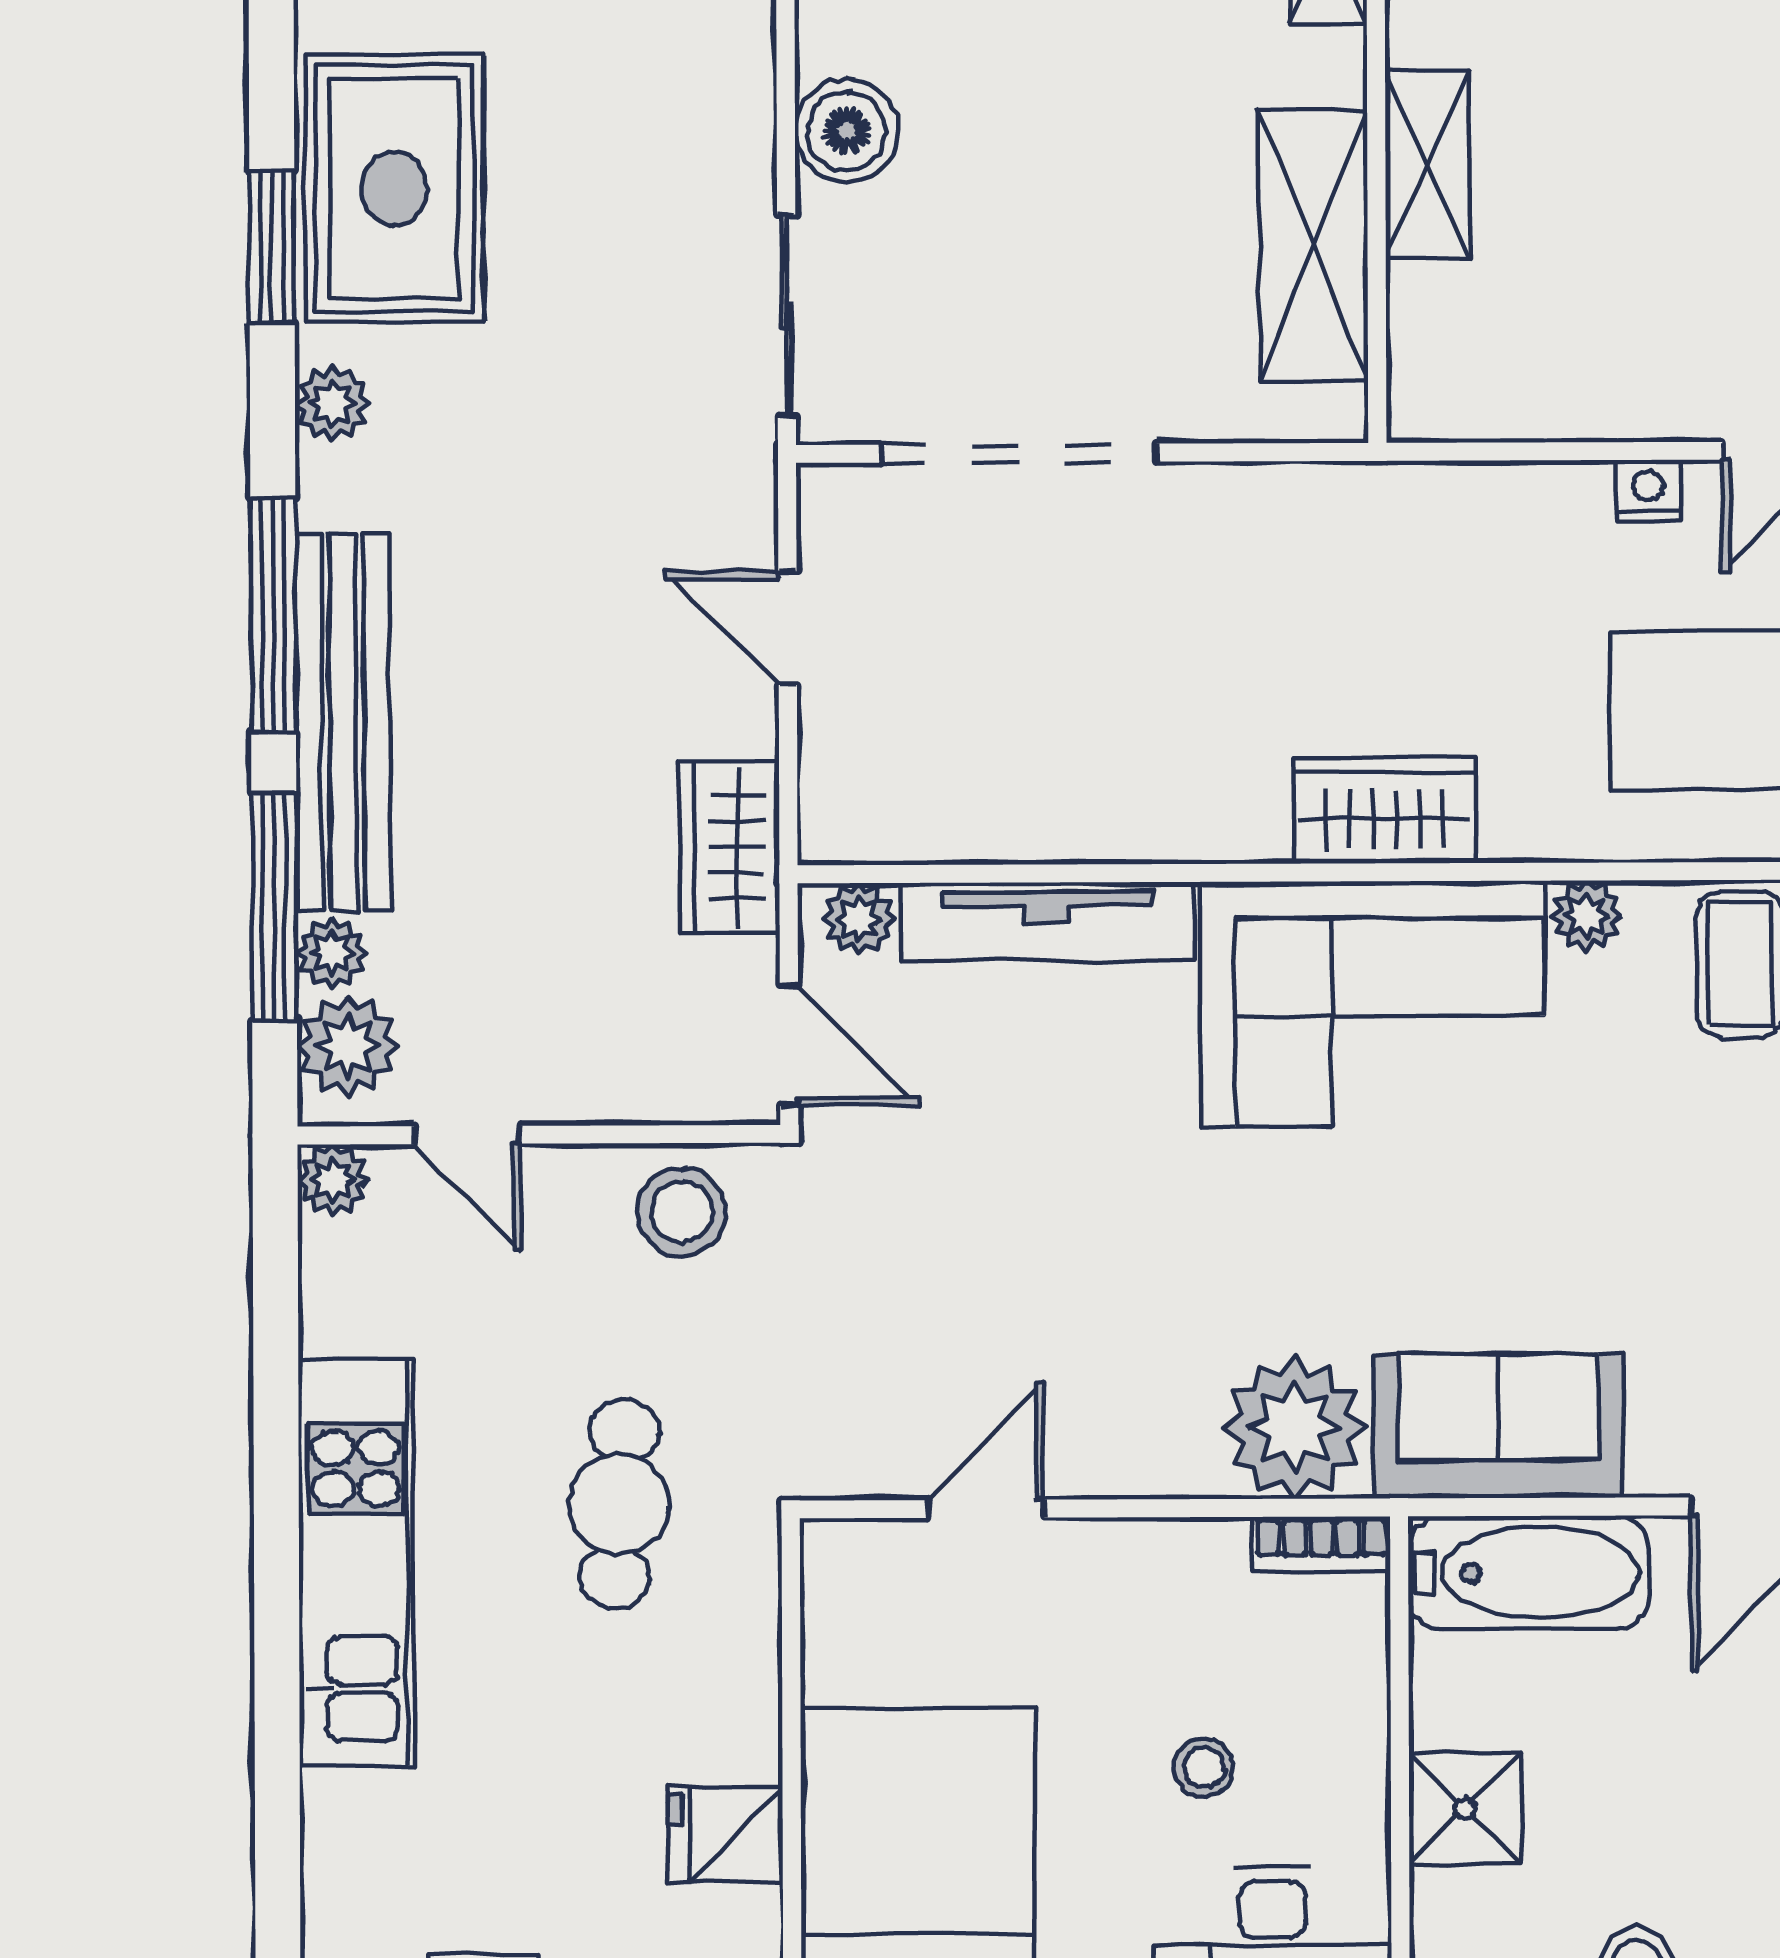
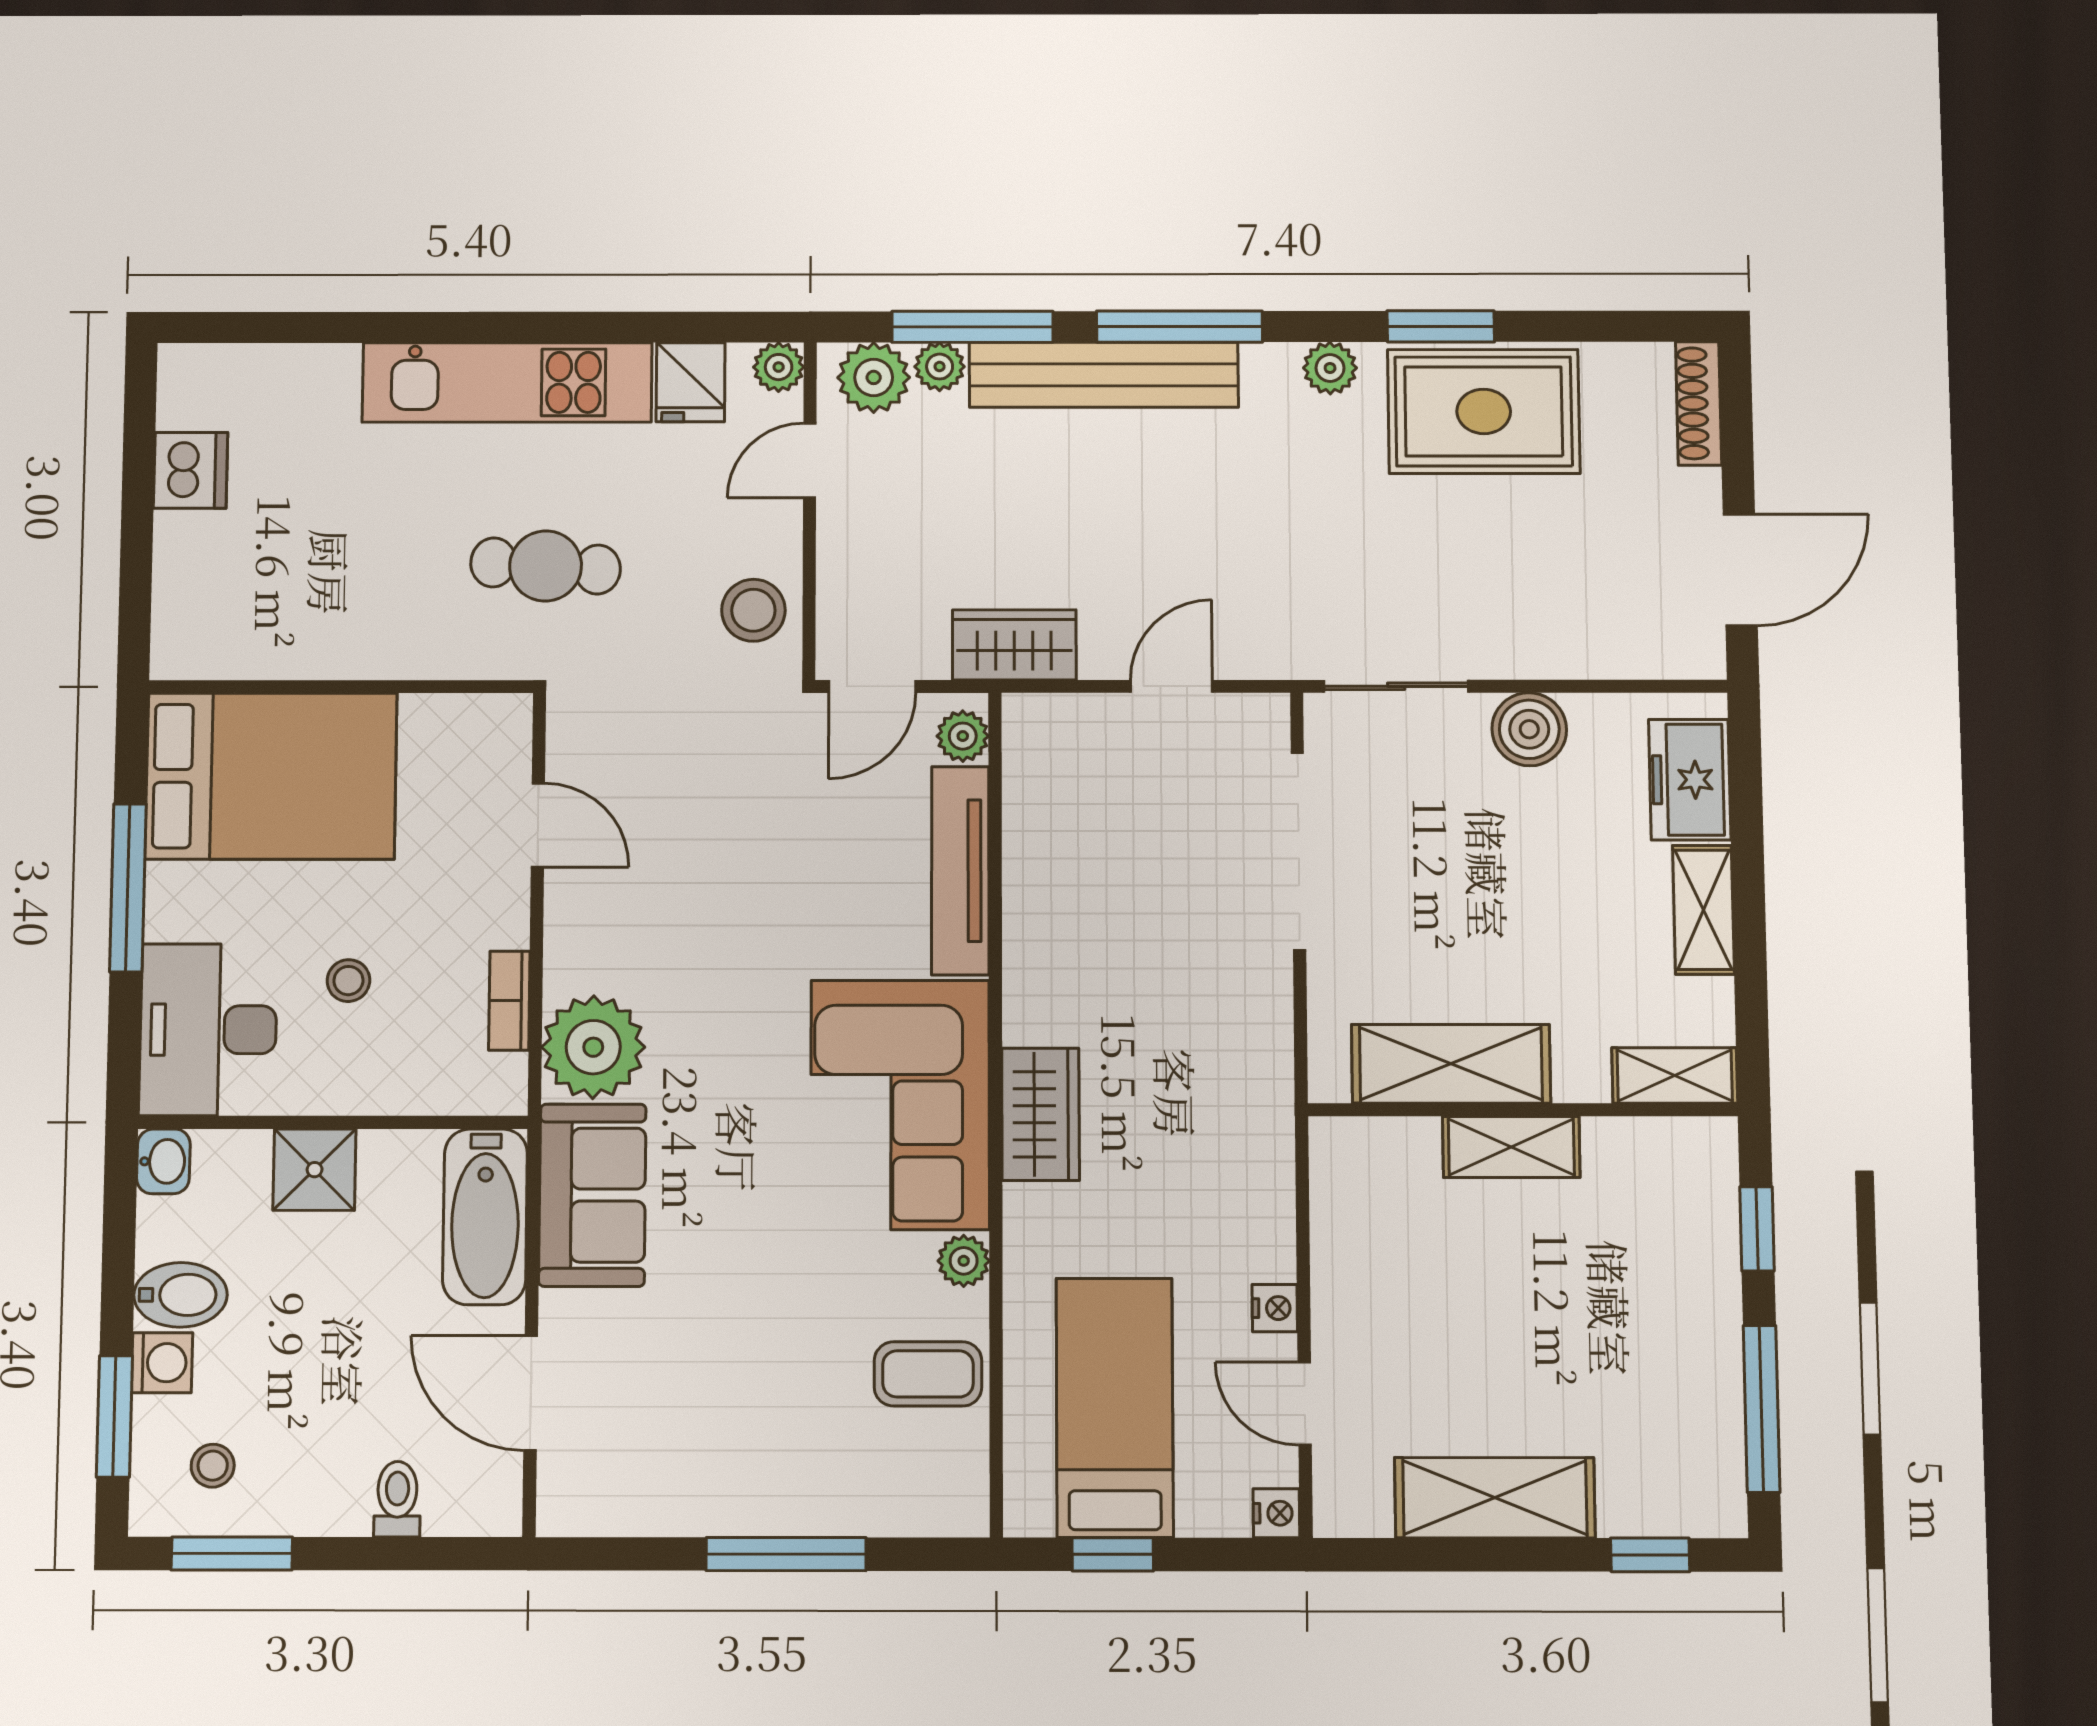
bookcase: (1321, 1544) -> (509, 1001), moved
fridge: (726, 1835) -> (691, 382), moved, turned 180

